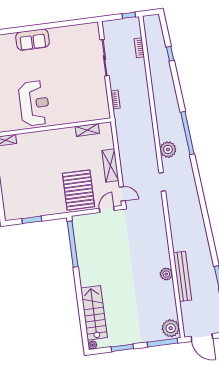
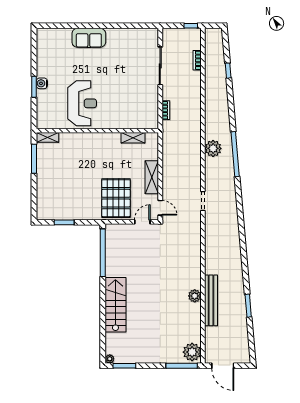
plant: (168, 150) -> (213, 148), moved
stairs: (94, 313) -> (115, 305), moved
window: (122, 348) -> (124, 366), moved

